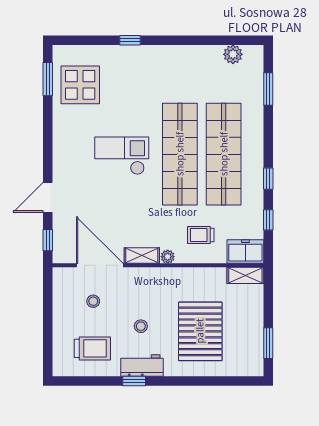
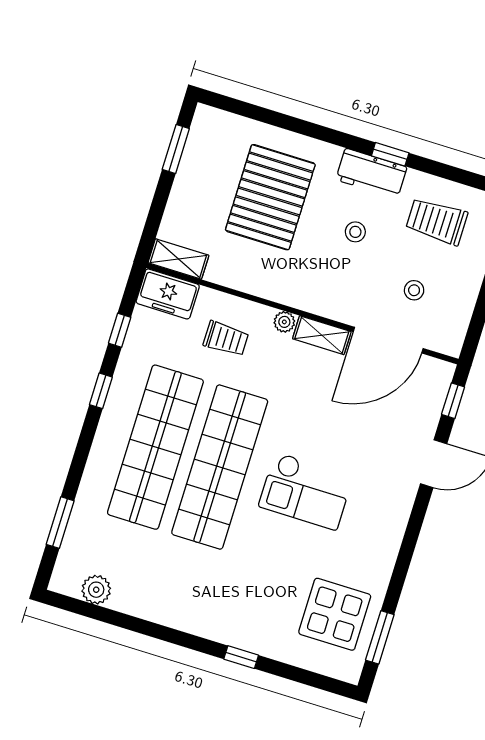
door: (100, 265) -> (388, 340), hinge flipped

